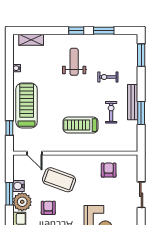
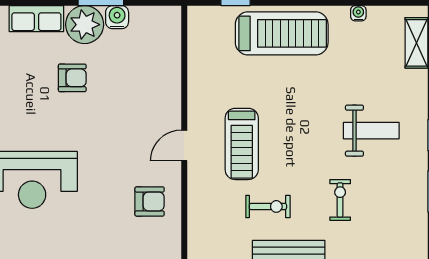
treadmill: (81, 125) -> (242, 144), turned 180
door: (35, 153) -> (184, 145), moved
coffee table: (59, 180) -> (130, 100), removed

